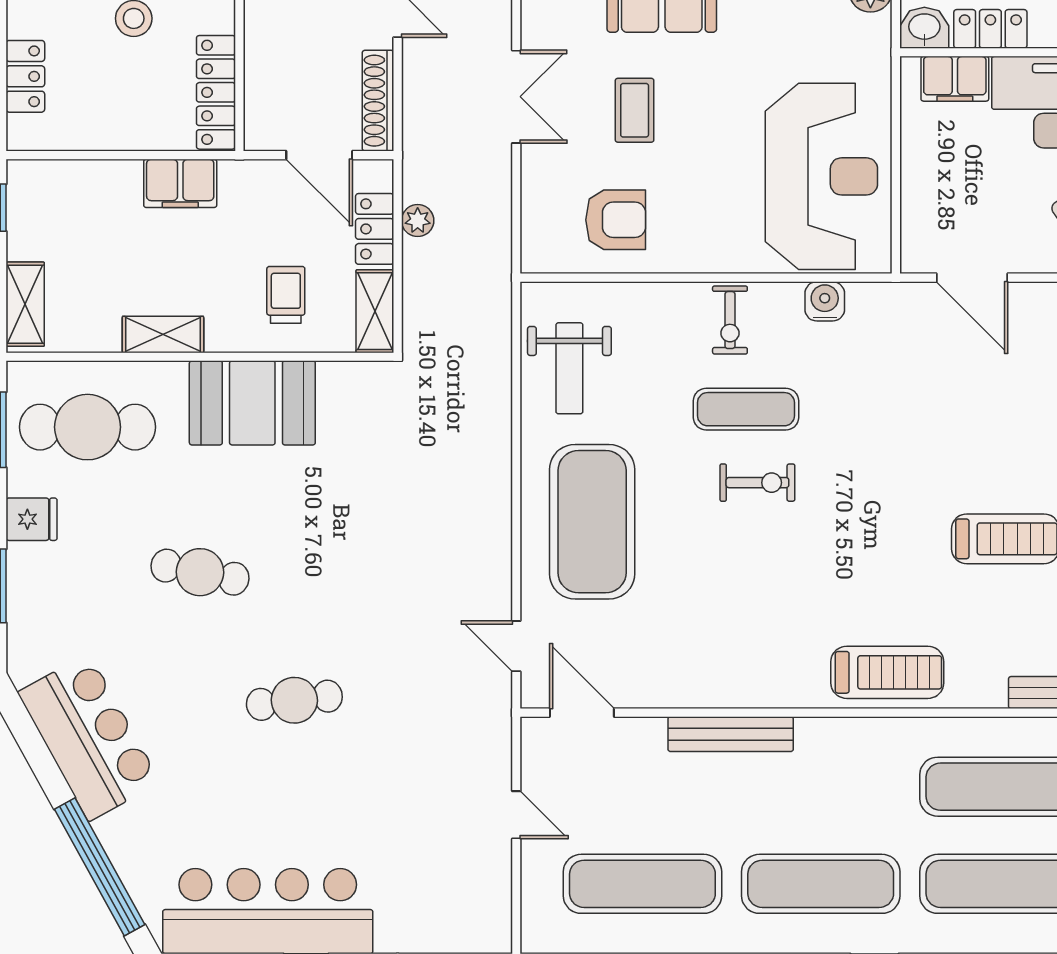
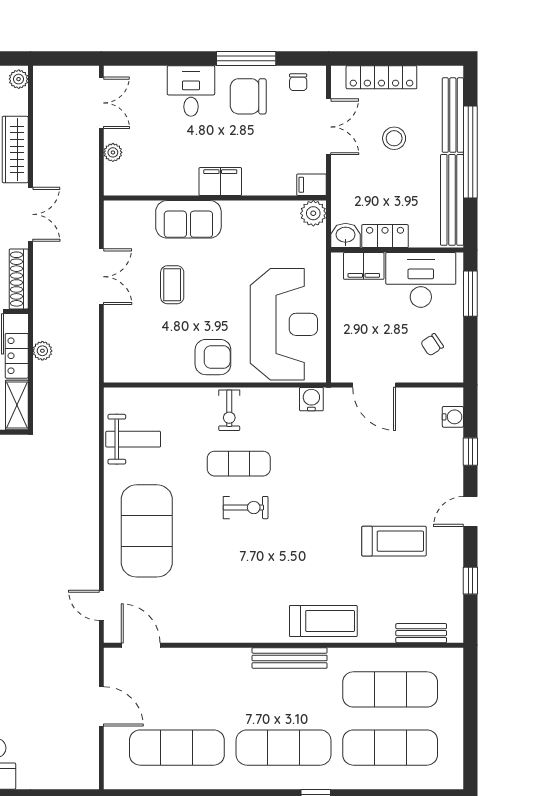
armchair: (616, 220) -> (213, 357), moved
water cooler: (825, 301) -> (311, 399), moved
weight bench: (569, 368) -> (133, 439), turned -90
bench: (731, 734) -> (290, 658), moved
door: (516, 815) -> (101, 706), width x1.38

